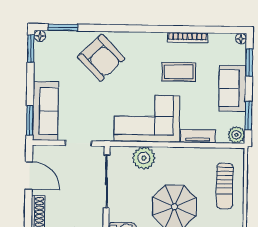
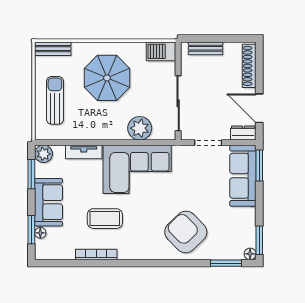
floor lamp: (241, 39) -> (40, 233), moved
dresser: (44, 152) -> (243, 133), added

